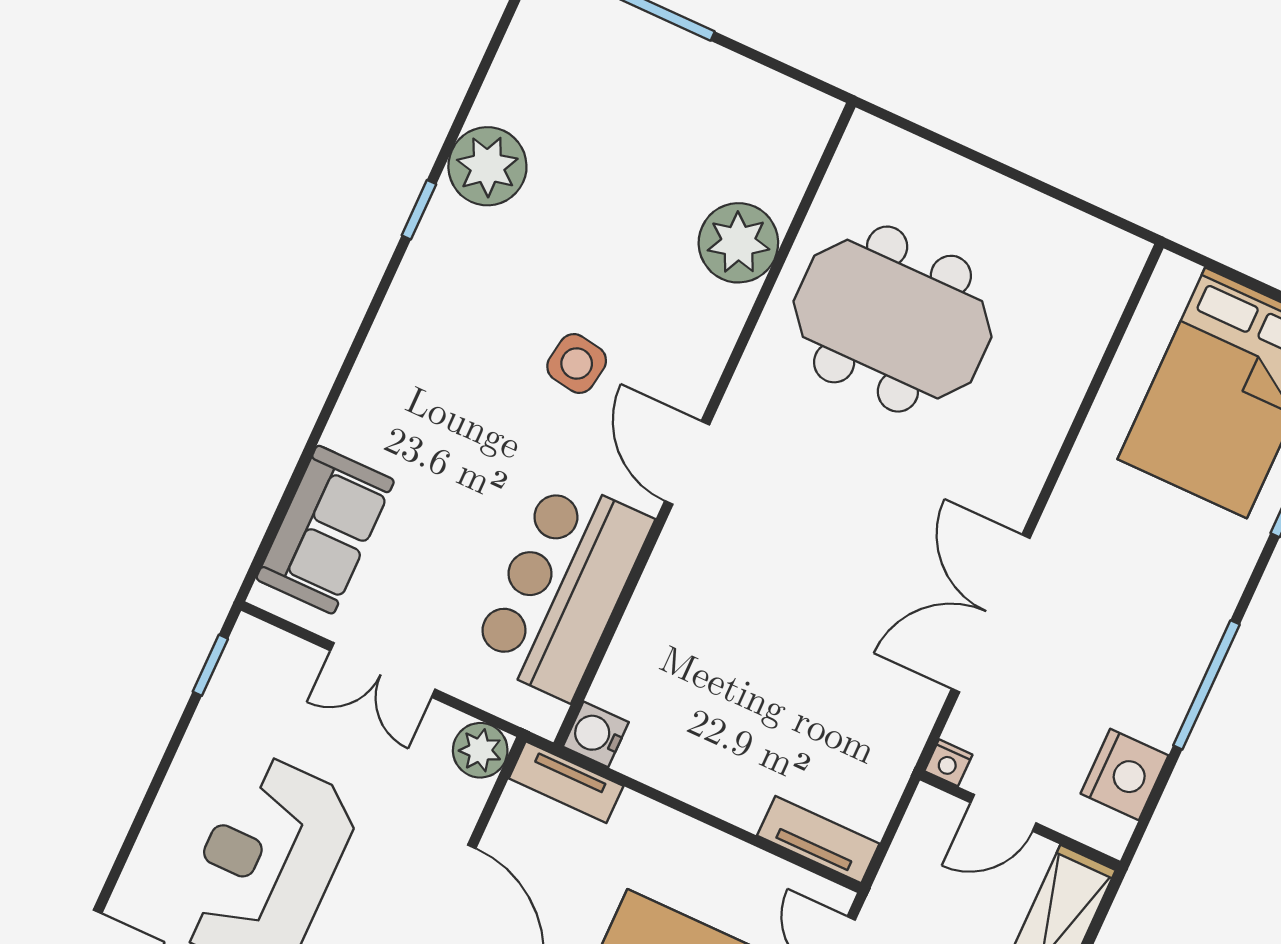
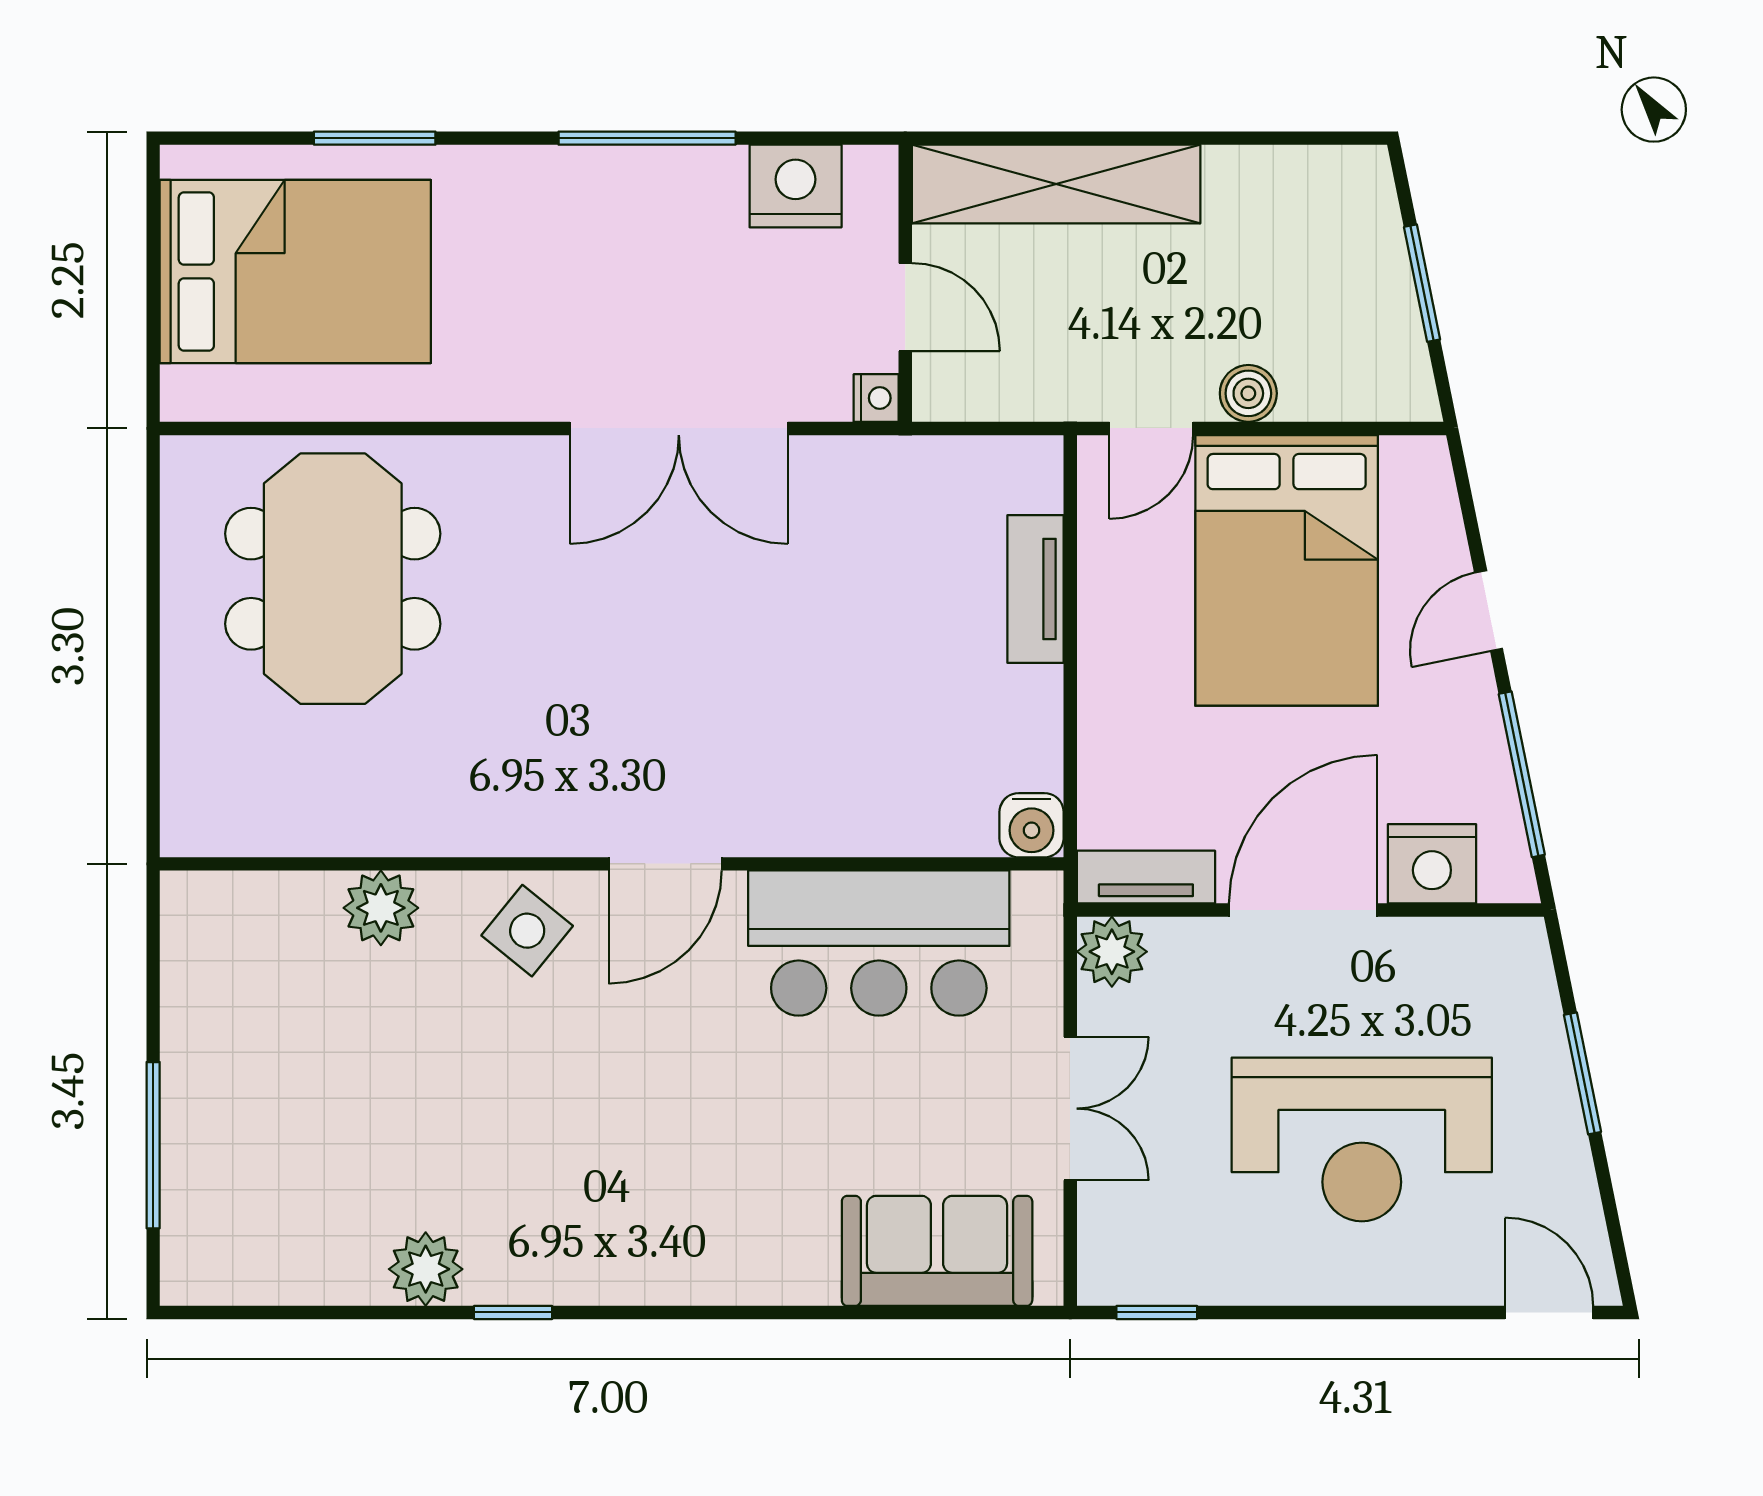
plant: (487, 166) -> (426, 1269), width x0.73, depth x0.73
plant: (738, 243) -> (381, 908), width x0.73, depth x0.73
meeting table: (892, 319) -> (333, 579), moved
side table: (577, 363) -> (527, 931), moved, turned 30
tv unit: (566, 782) -> (1146, 877), moved, turned -90
tv unit: (818, 840) -> (1035, 589), moved

